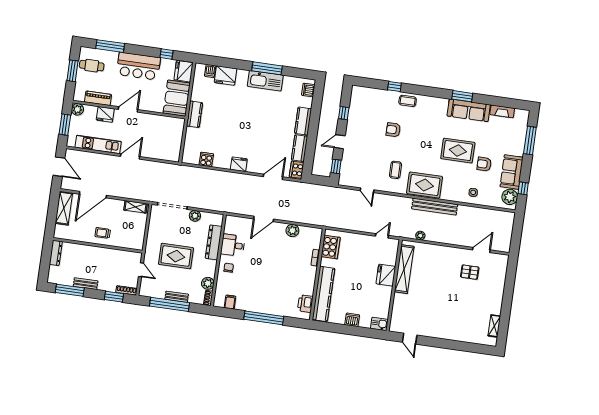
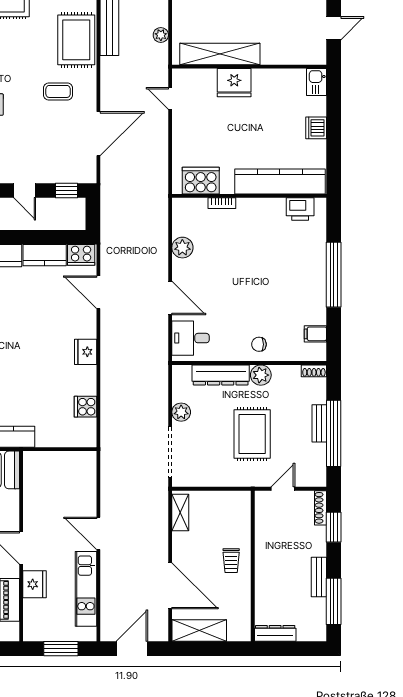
plant: (77, 109) -> (33, 631), removed
door: (367, 190) -> (98, 134), width x1.88
desk: (233, 245) -> (191, 338), moved, turned 90
plant: (208, 283) -> (261, 375), moved

